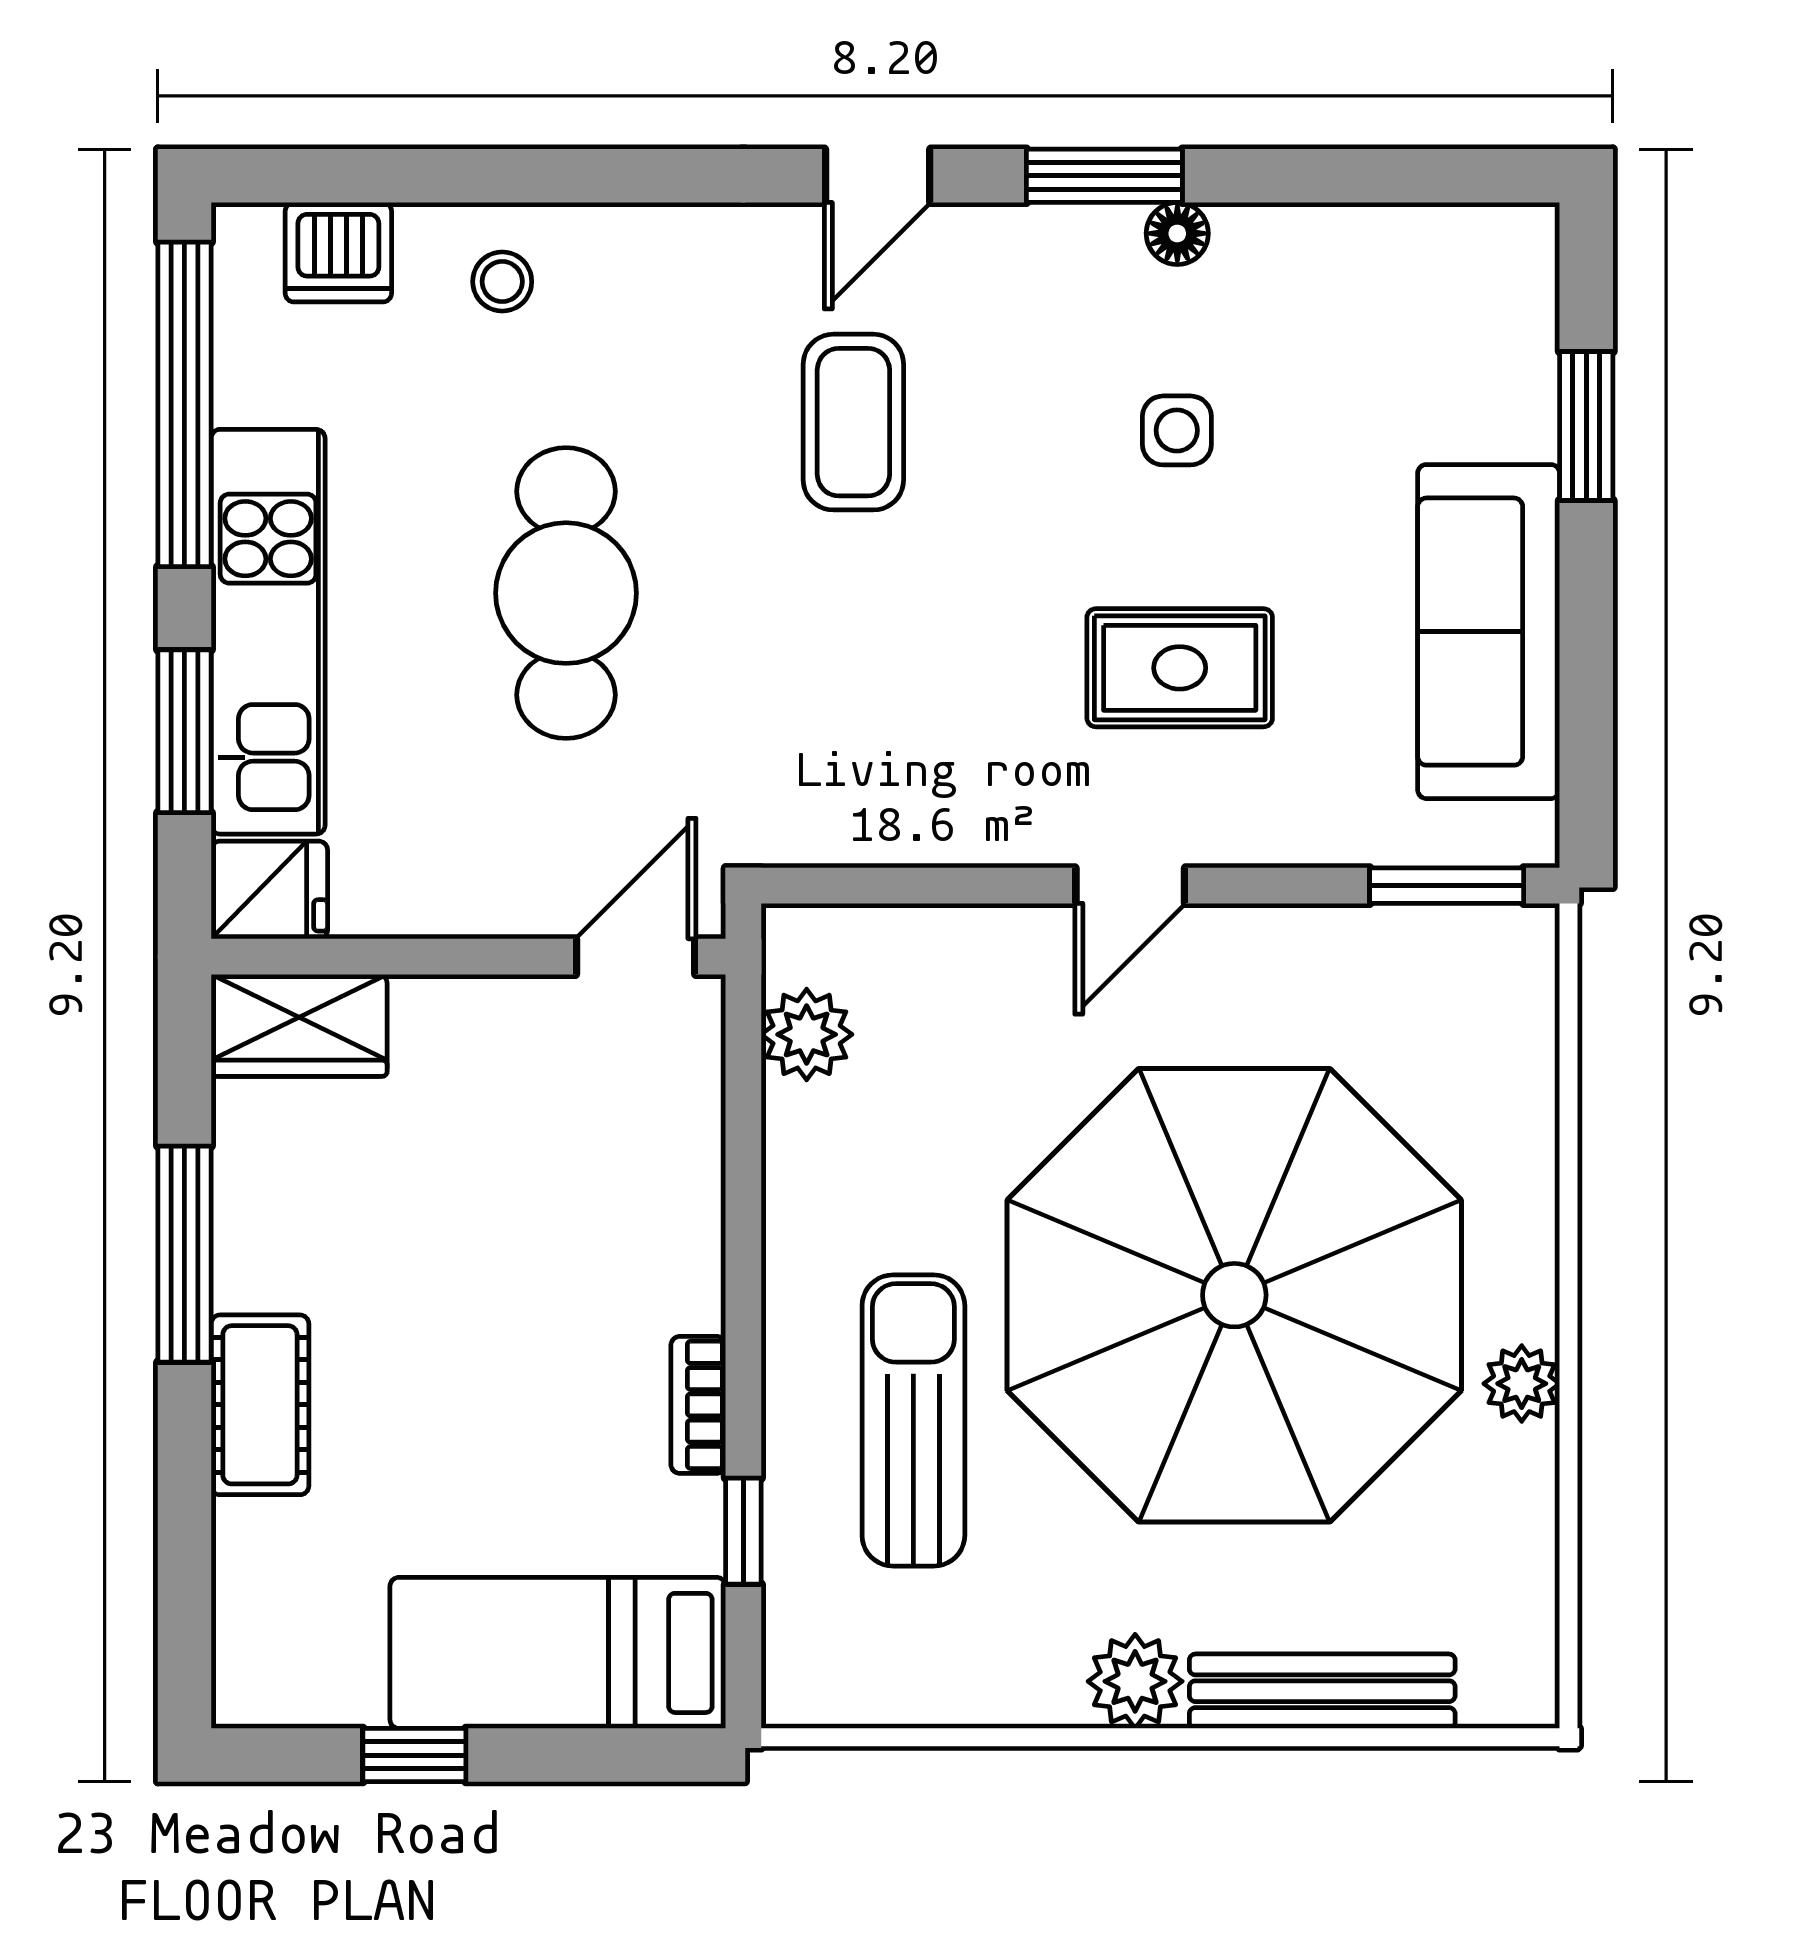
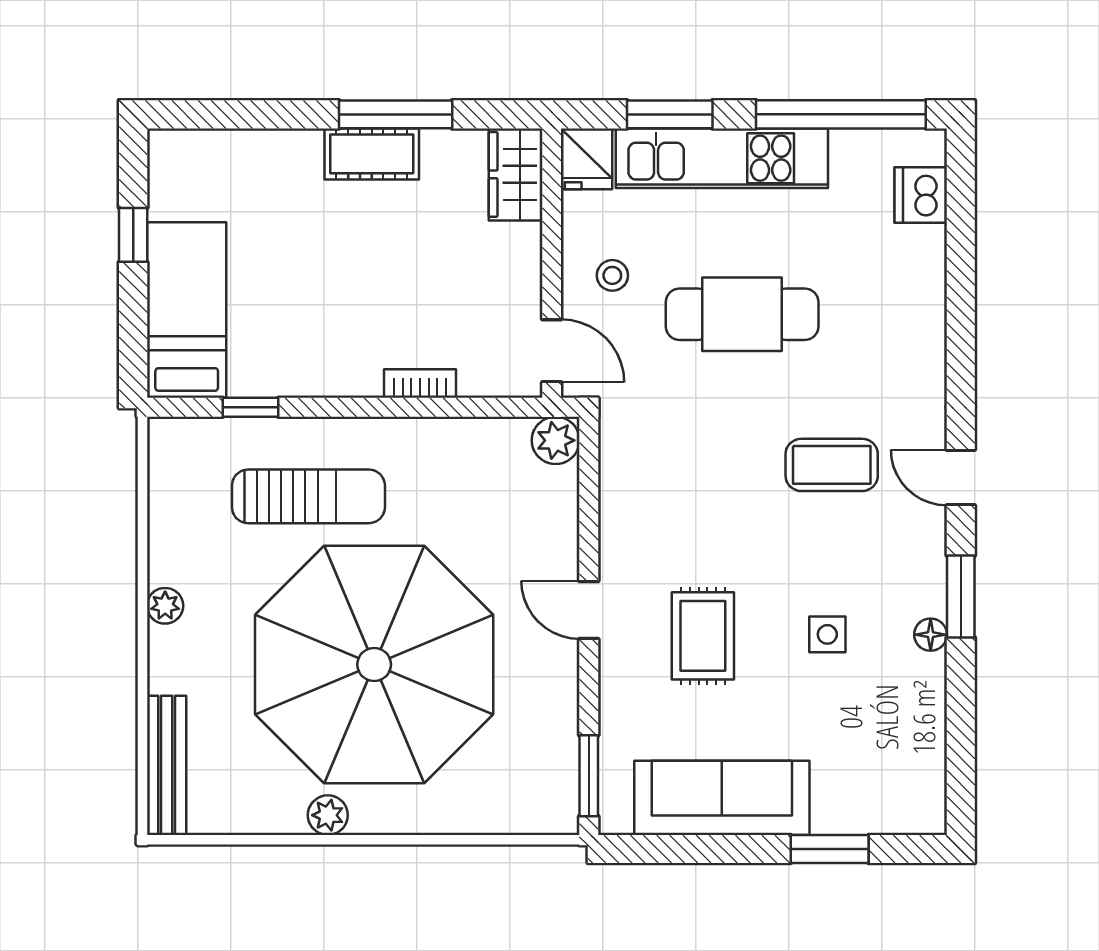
stool: (502, 282) -> (612, 275), moved
plant: (807, 1034) -> (556, 440), moved
cot: (260, 1405) -> (372, 154), moved
bookcase: (698, 1405) -> (420, 384), moved
plant: (1135, 1681) -> (165, 606), width x0.73, depth x0.73
bench: (1322, 1691) -> (167, 765), moved

